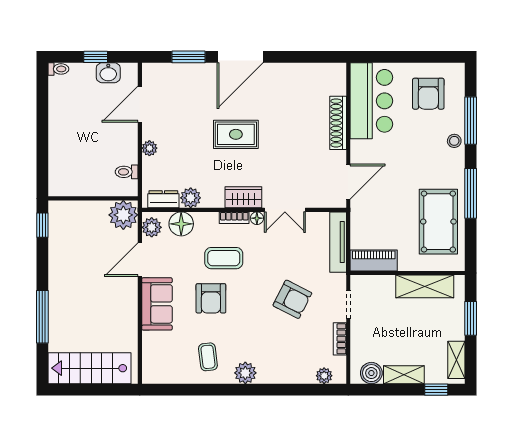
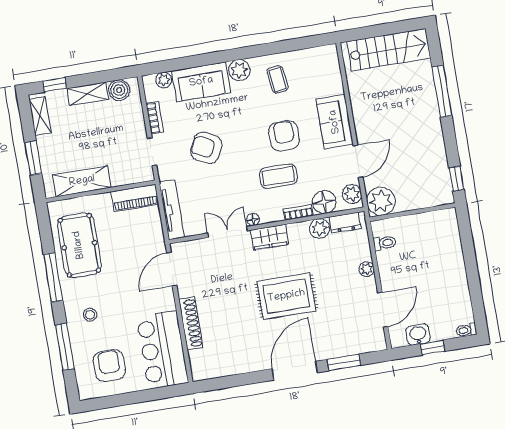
rug: (236, 134) -> (286, 296), width x1.36, depth x1.43
stool: (454, 141) -> (90, 315), moved
bookcase: (234, 218) -> (298, 212), moved
sofa: (286, 367) -> (201, 82), added

